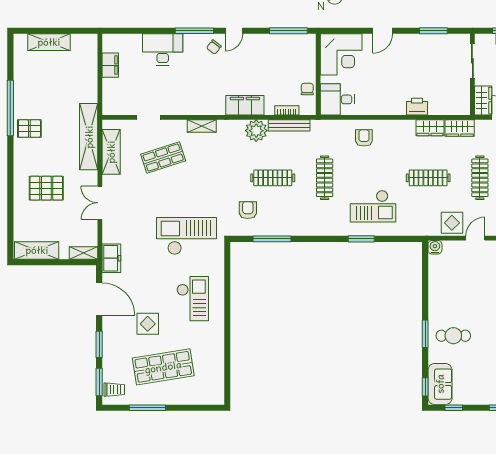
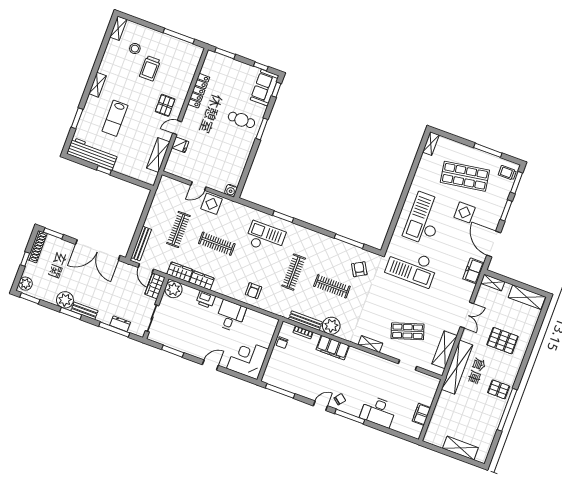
desk: (337, 99) -> (231, 316), moved, turned -90
plant: (460, 105) -> (174, 289), added
armchair: (248, 210) -> (359, 269), turned 150
checkout: (193, 299) -> (424, 219), width x1.36, depth x1.21
shelving: (218, 391) -> (431, 144), added

